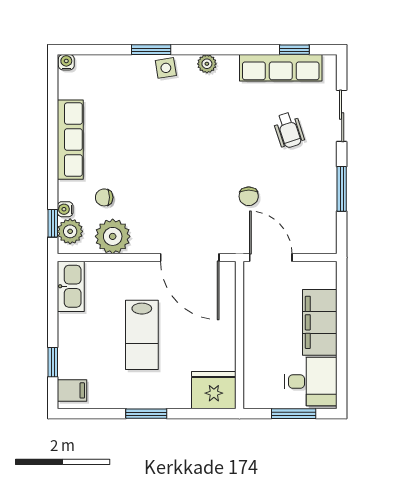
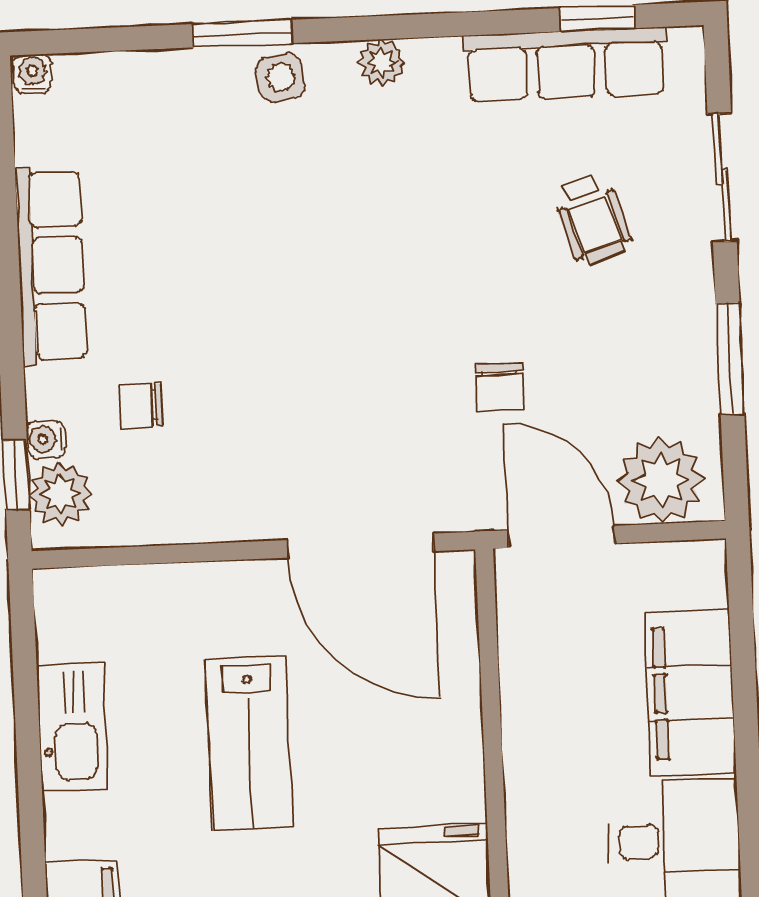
plant: (113, 236) -> (661, 480), moved
kitchen sink: (71, 286) -> (72, 727), moved
window: (53, 362) -> (31, 820), removed

